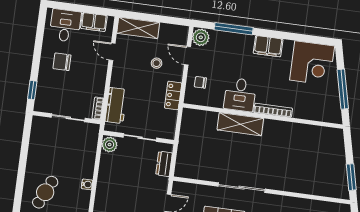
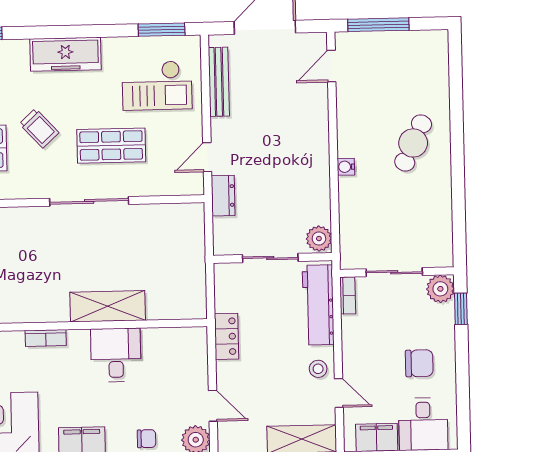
stool: (157, 63) -> (318, 369), moved
chair: (200, 82) -> (146, 439), moved
plant: (43, 104) -> (440, 289), added
workbench: (116, 106) -> (318, 305), width x1.37
bookcase: (273, 110) -> (46, 338), width x0.64
dresser: (164, 164) -> (223, 196), moved

